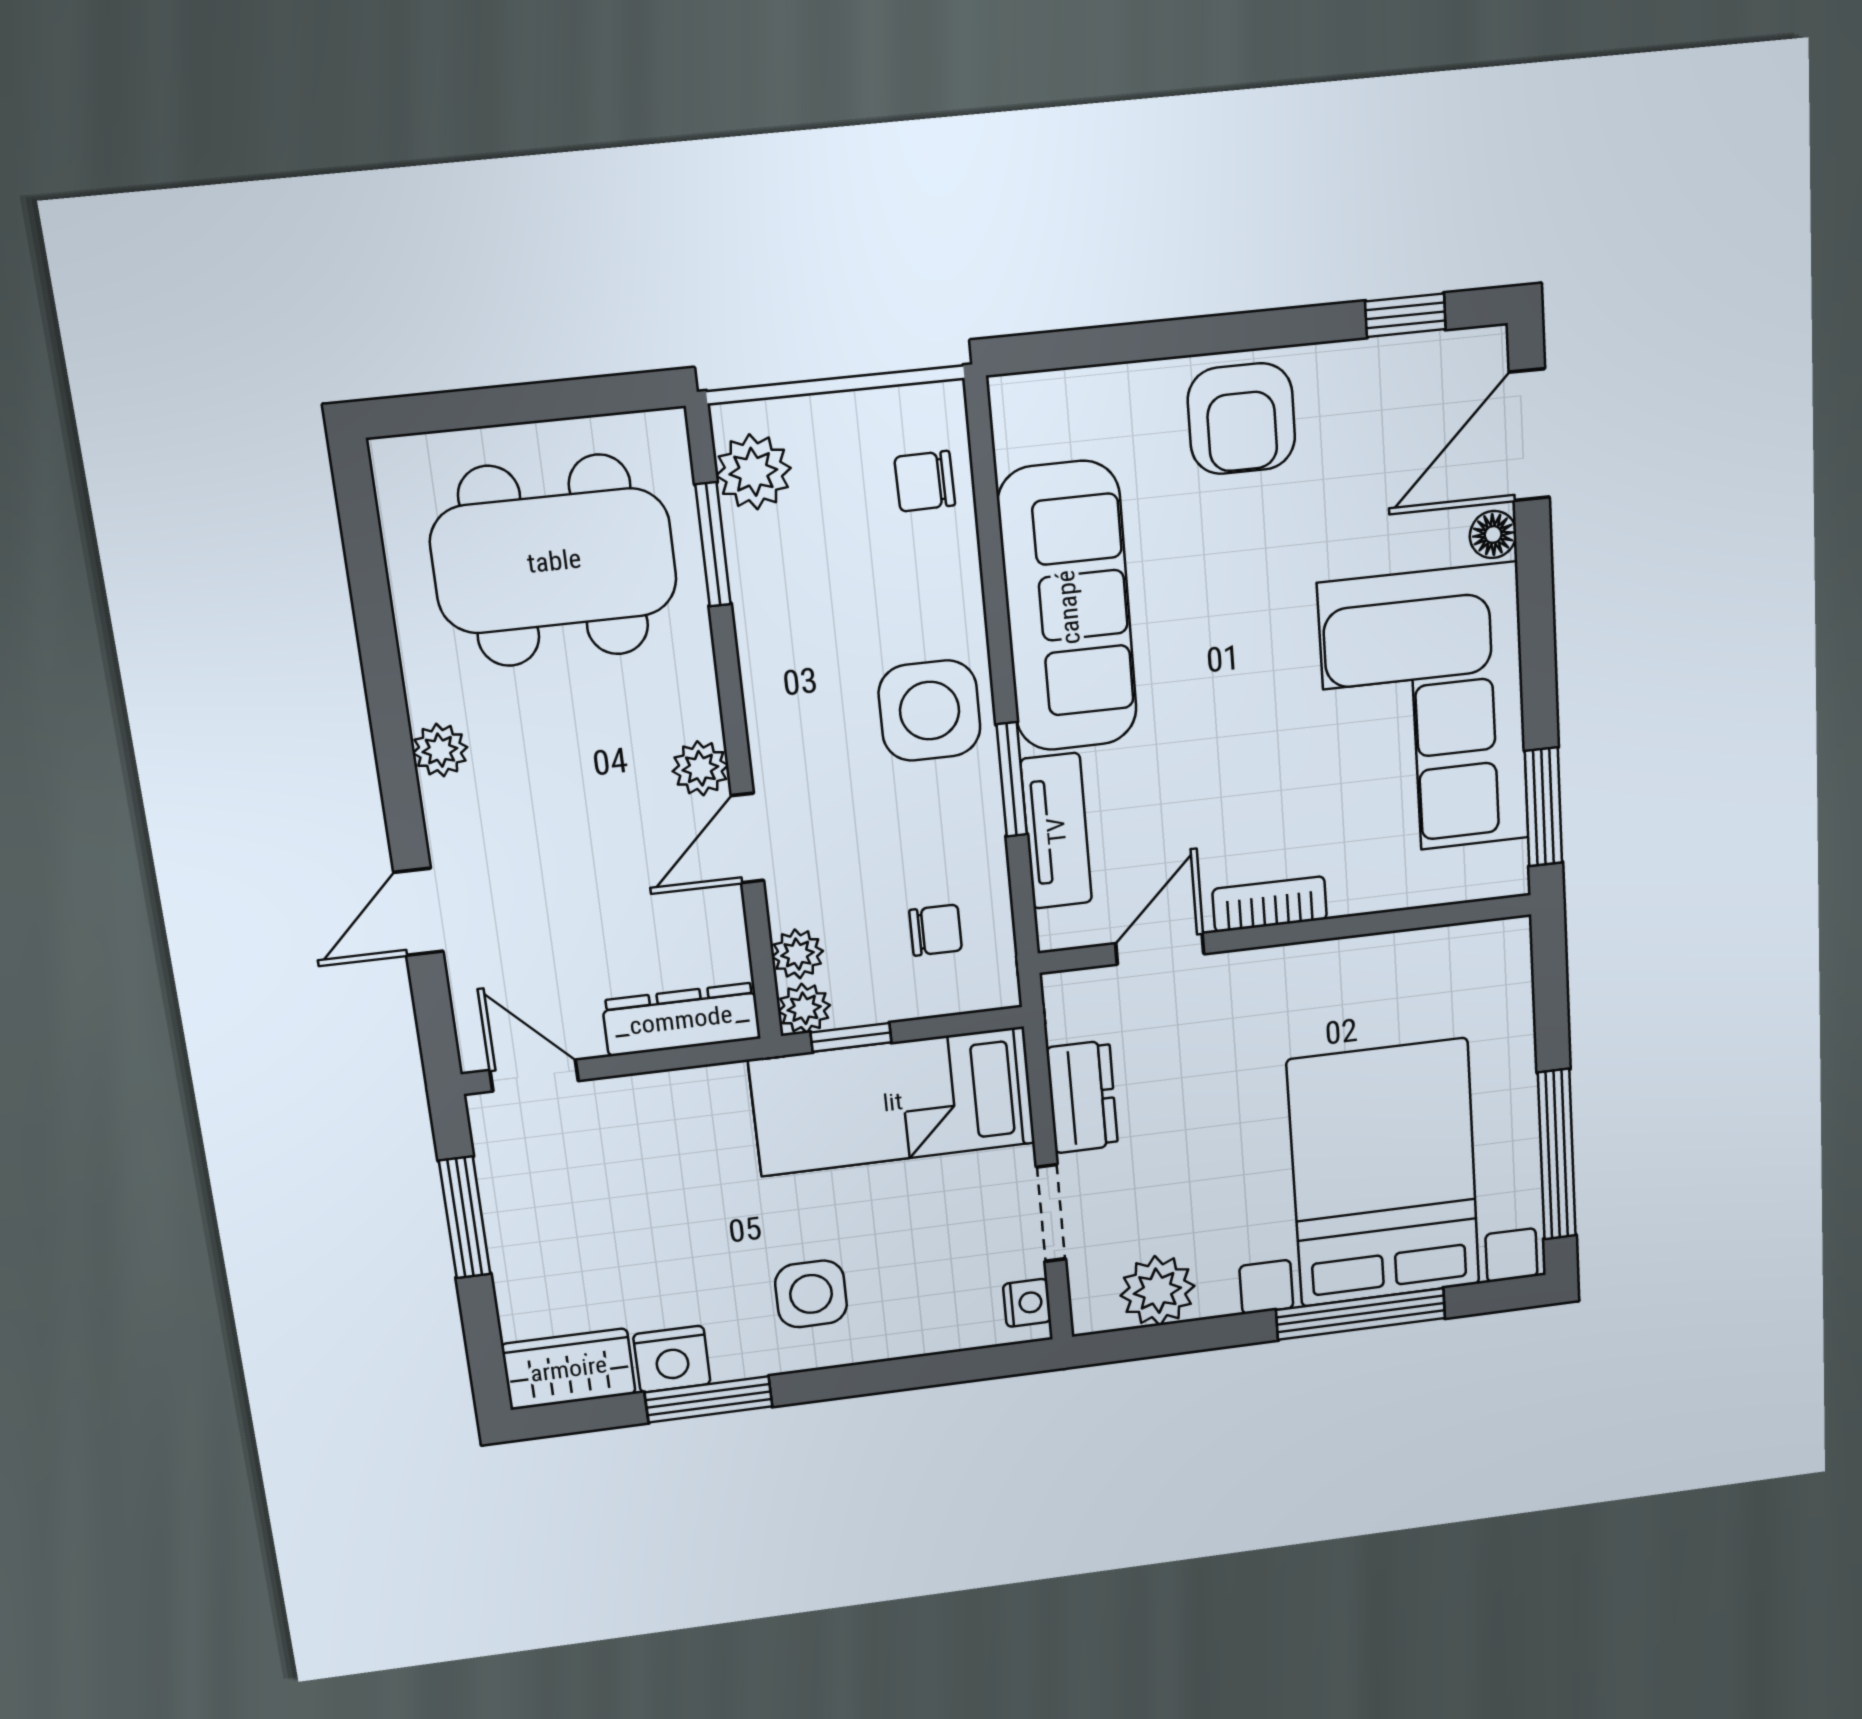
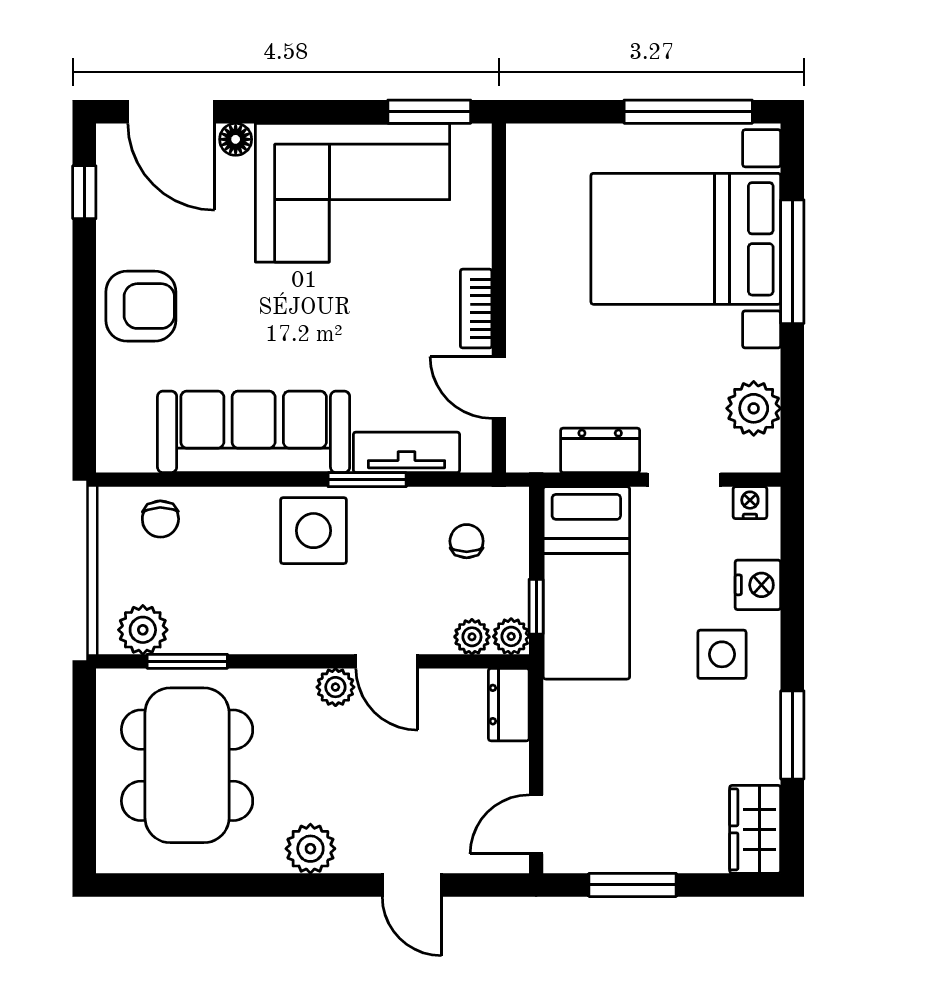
plant: (440, 750) -> (310, 849), width x1.38, depth x1.38
dresser: (681, 1020) -> (509, 705), width x0.70
nightstand: (672, 1359) -> (758, 585), moved

